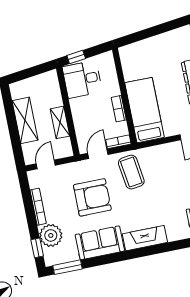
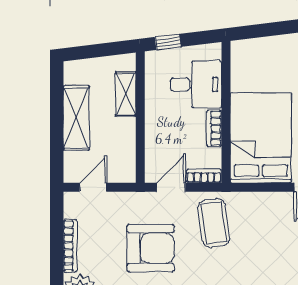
desk: (82, 79) -> (196, 84), moved, turned 180
bed: (144, 110) -> (261, 138), width x1.50
shelving: (60, 122) -> (126, 94), moved

